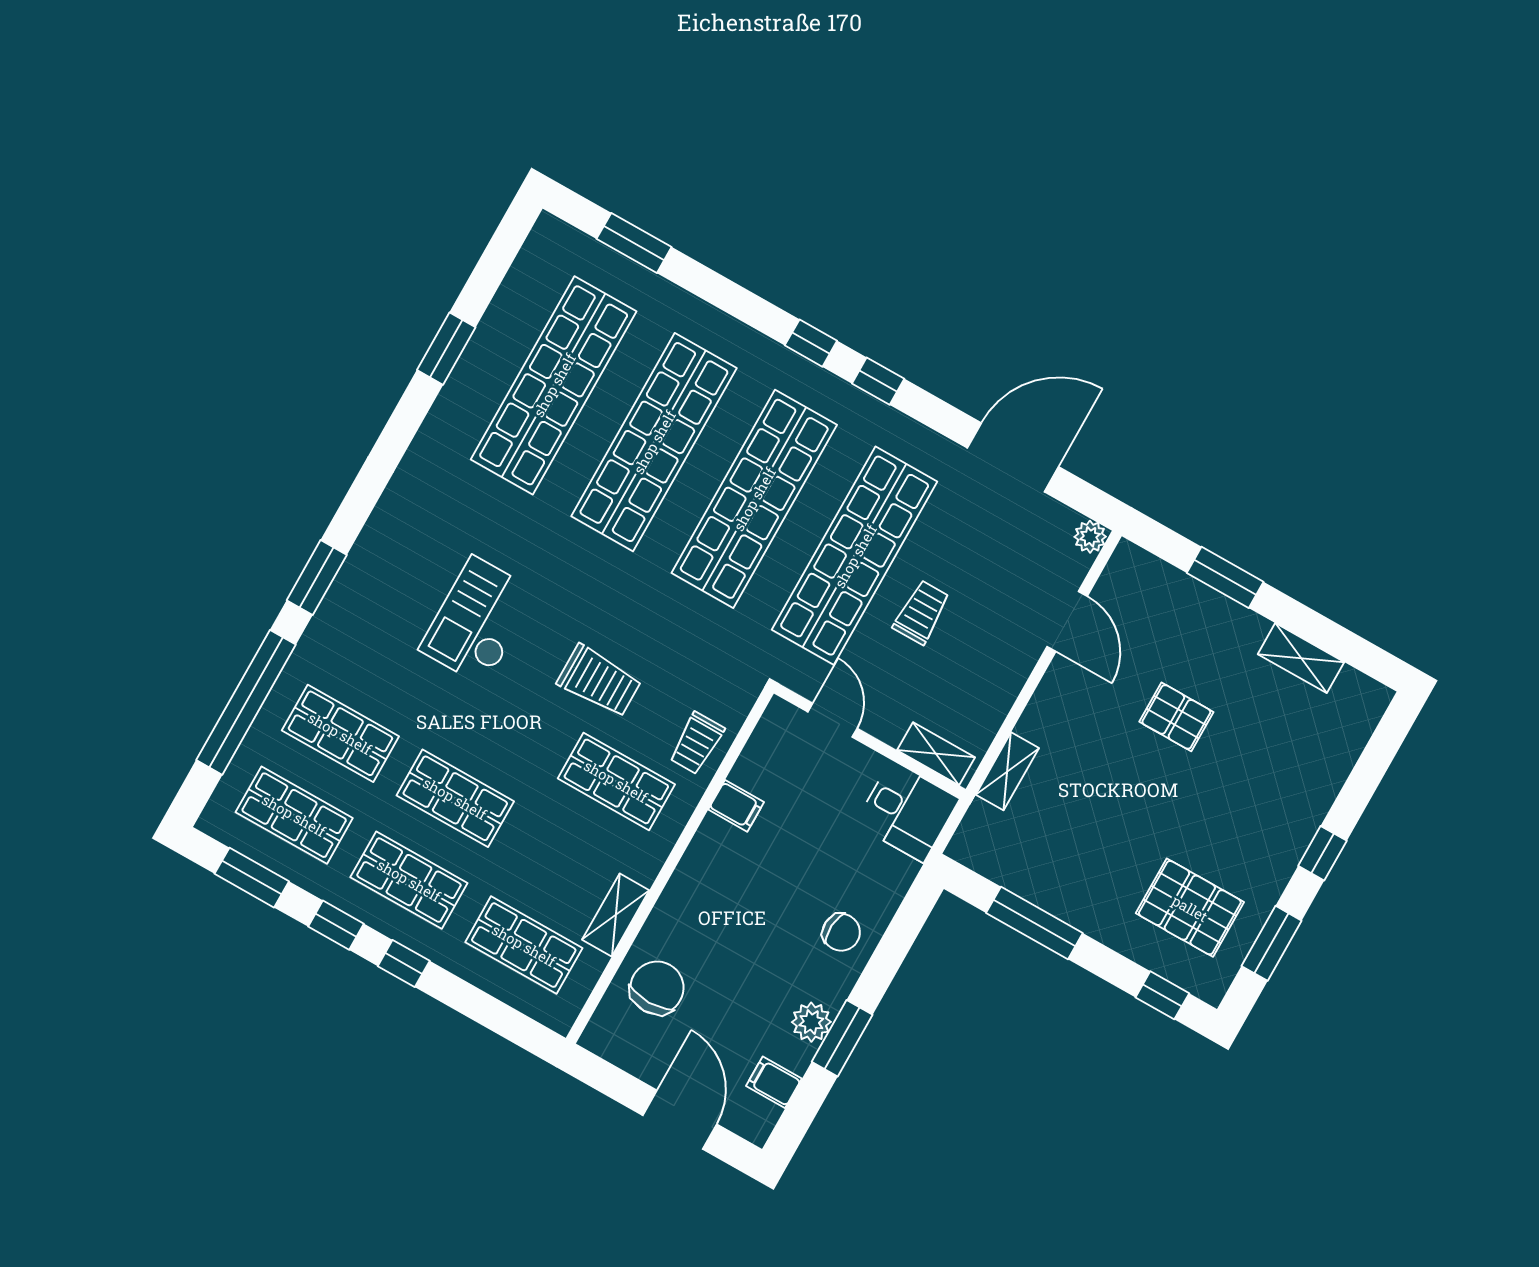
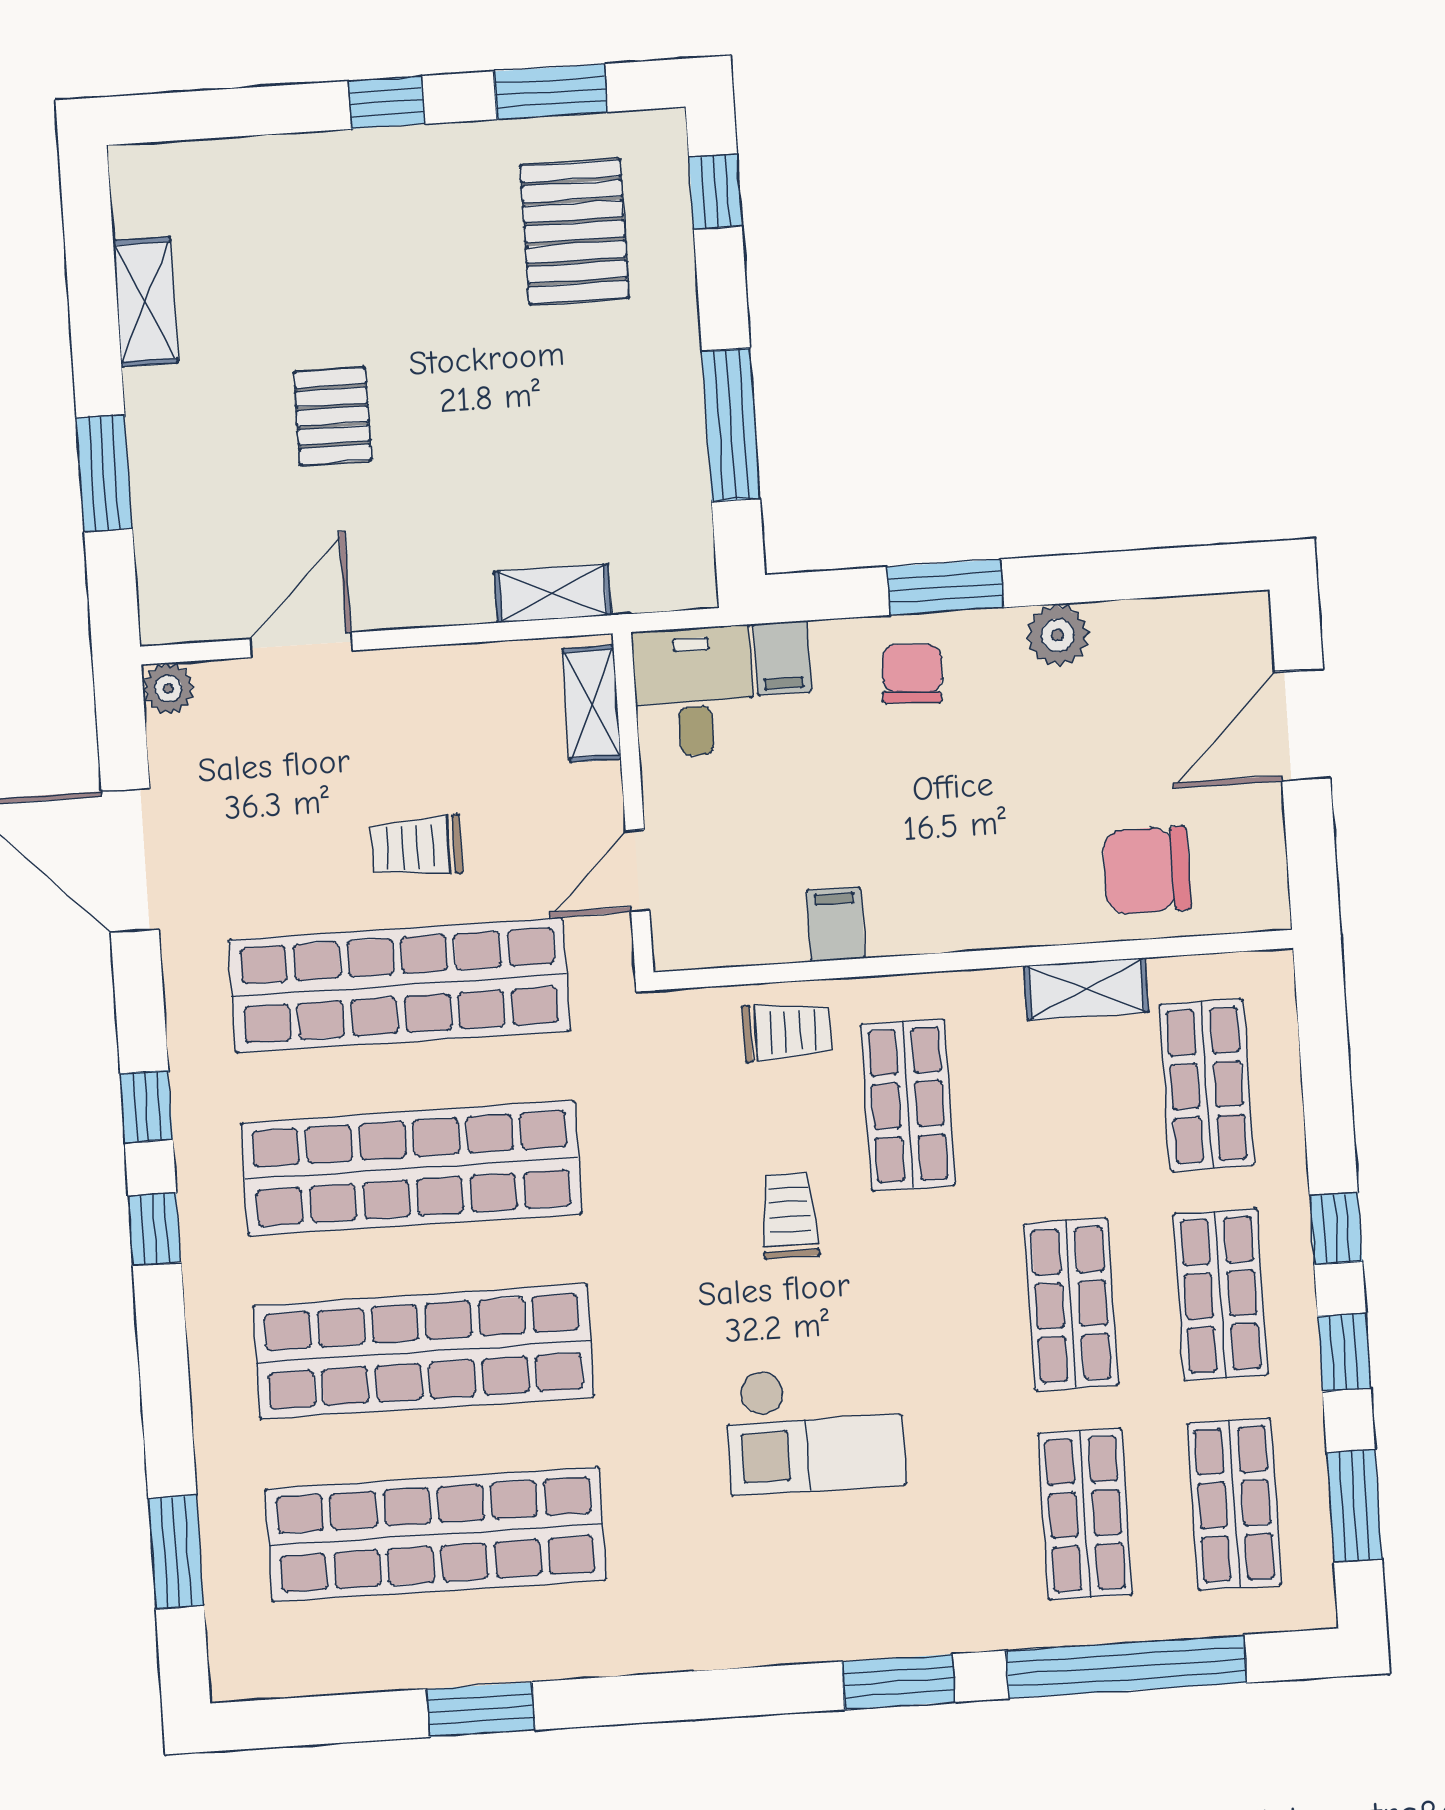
trolley: (599, 681) -> (789, 1215), width x0.73, depth x0.72
window: (842, 1038) -> (945, 587), moved
filing cabinet: (774, 1082) -> (782, 658), moved

